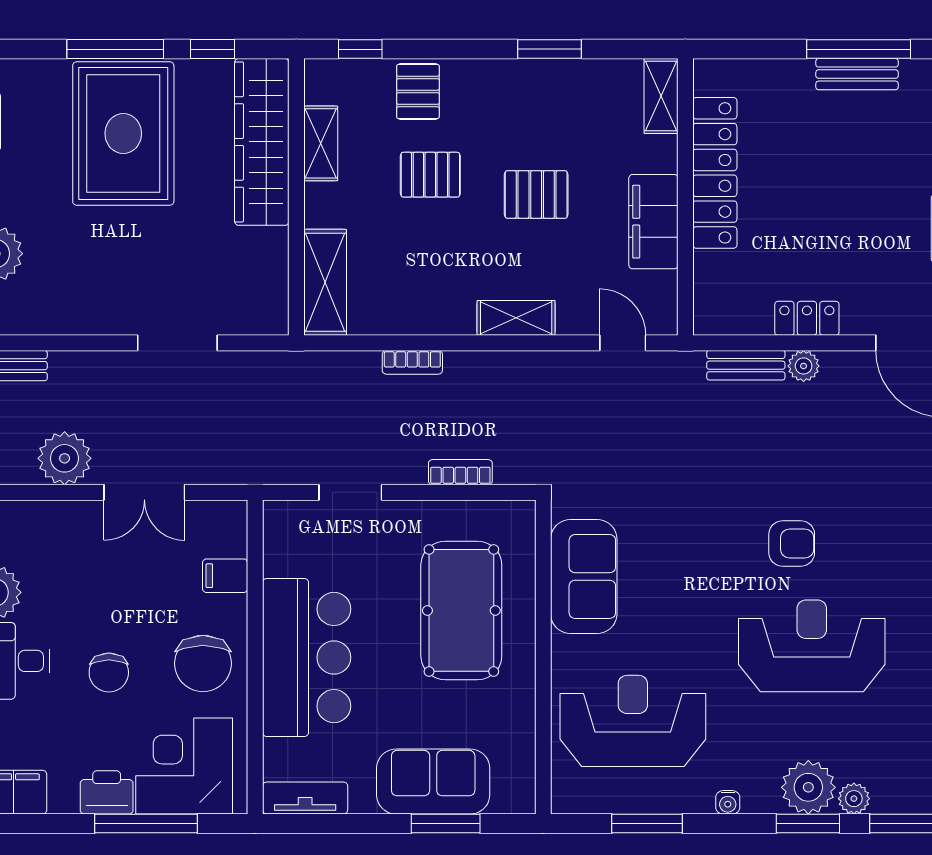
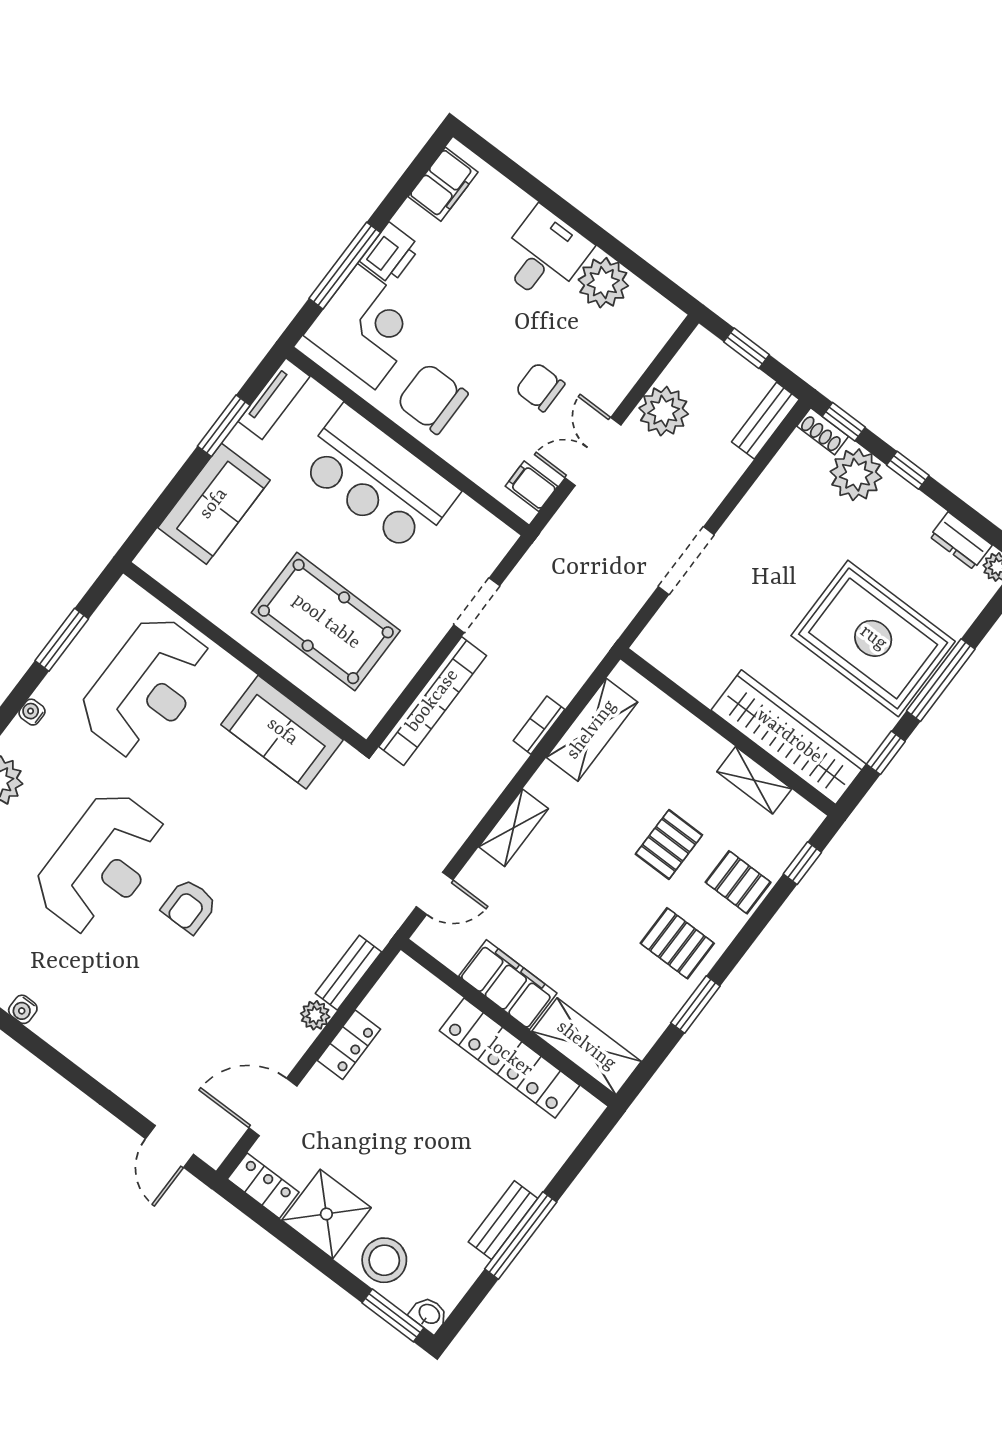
shelving: (661, 96) -> (586, 1046), width x1.50, depth x1.33
pallet: (536, 194) -> (677, 943), moved, turned 90
shelving: (325, 282) -> (592, 730), moved, turned 90
bookcase: (460, 472) -> (433, 701), width x2.31, depth x1.31
filing cabinet: (225, 576) -> (531, 486), moved, turned -90
chair: (109, 673) -> (540, 387), moved
window: (446, 824) -> (224, 426), moved

